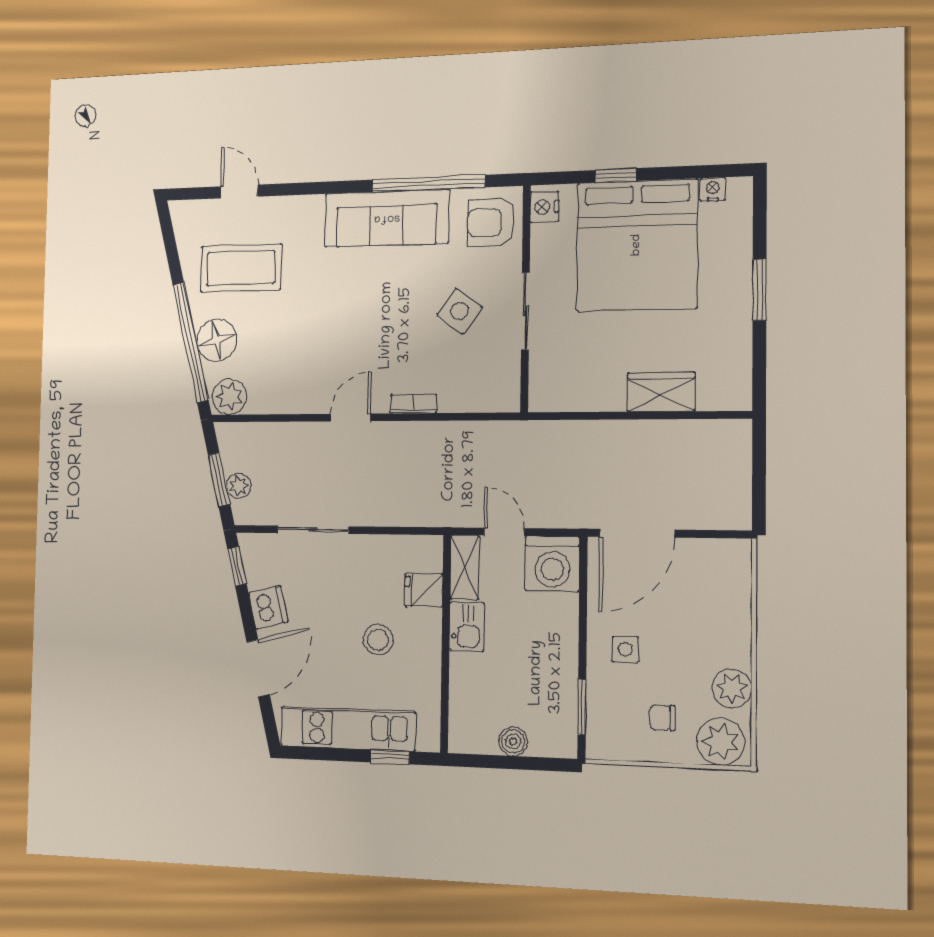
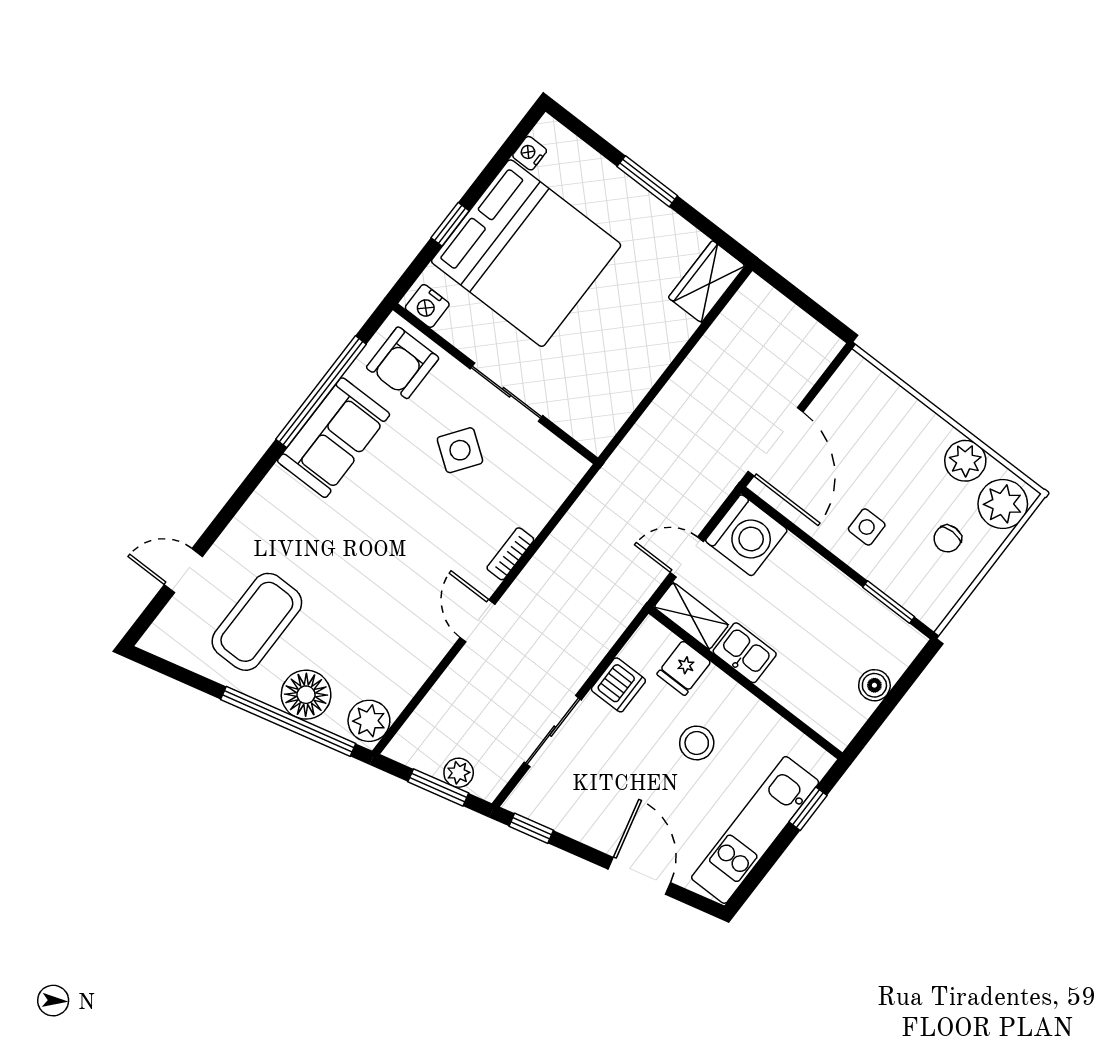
sofa: (387, 218) -> (334, 438), width x0.73
wardrobe: (661, 392) -> (707, 282), moved
dishwasher: (268, 607) -> (618, 685), moved, turned 104

